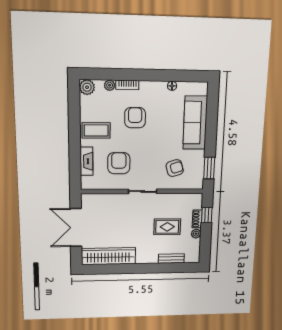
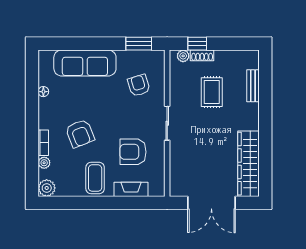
armchair: (135, 118) -> (80, 133), turned -112
plant: (196, 234) -> (183, 56), moved

